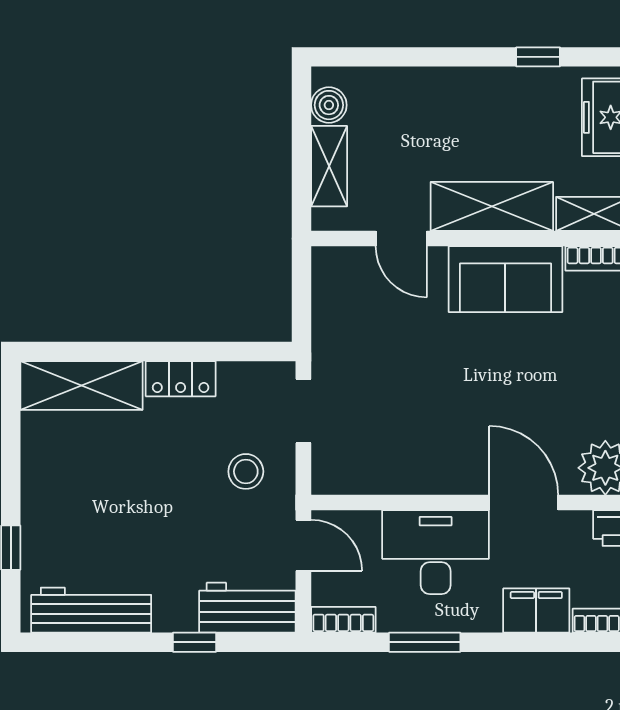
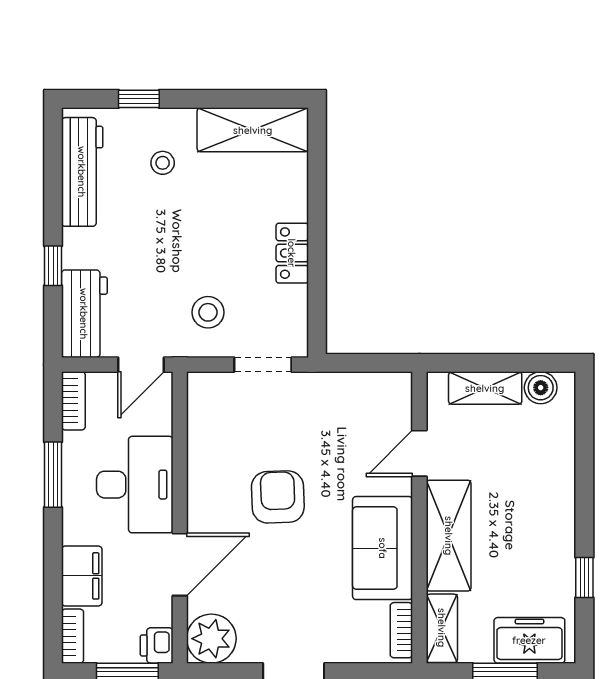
shelving: (81, 385) -> (253, 130), moved, turned 90
armchair: (449, 395) -> (278, 497), added
stool: (81, 522) -> (163, 163), added

